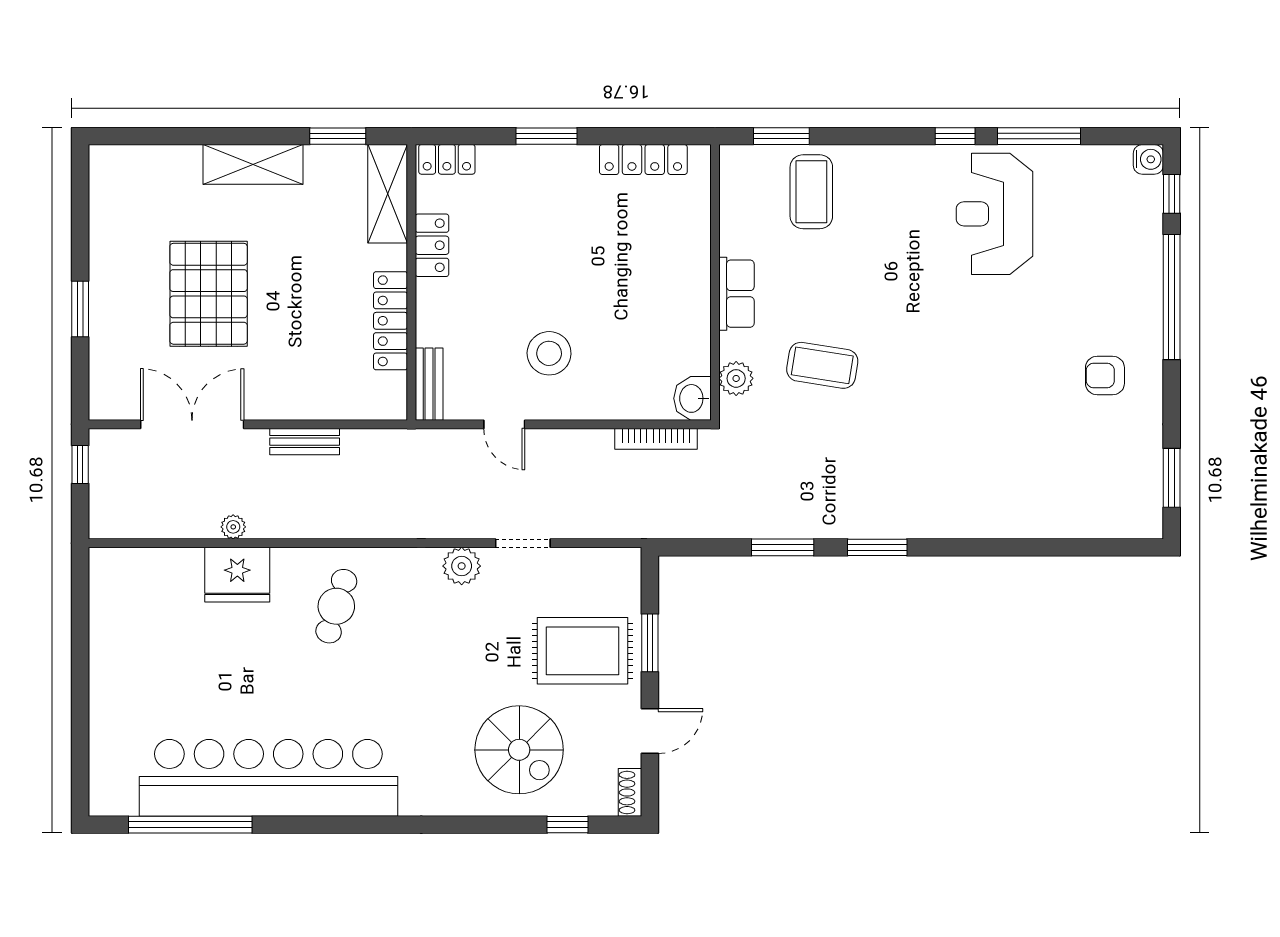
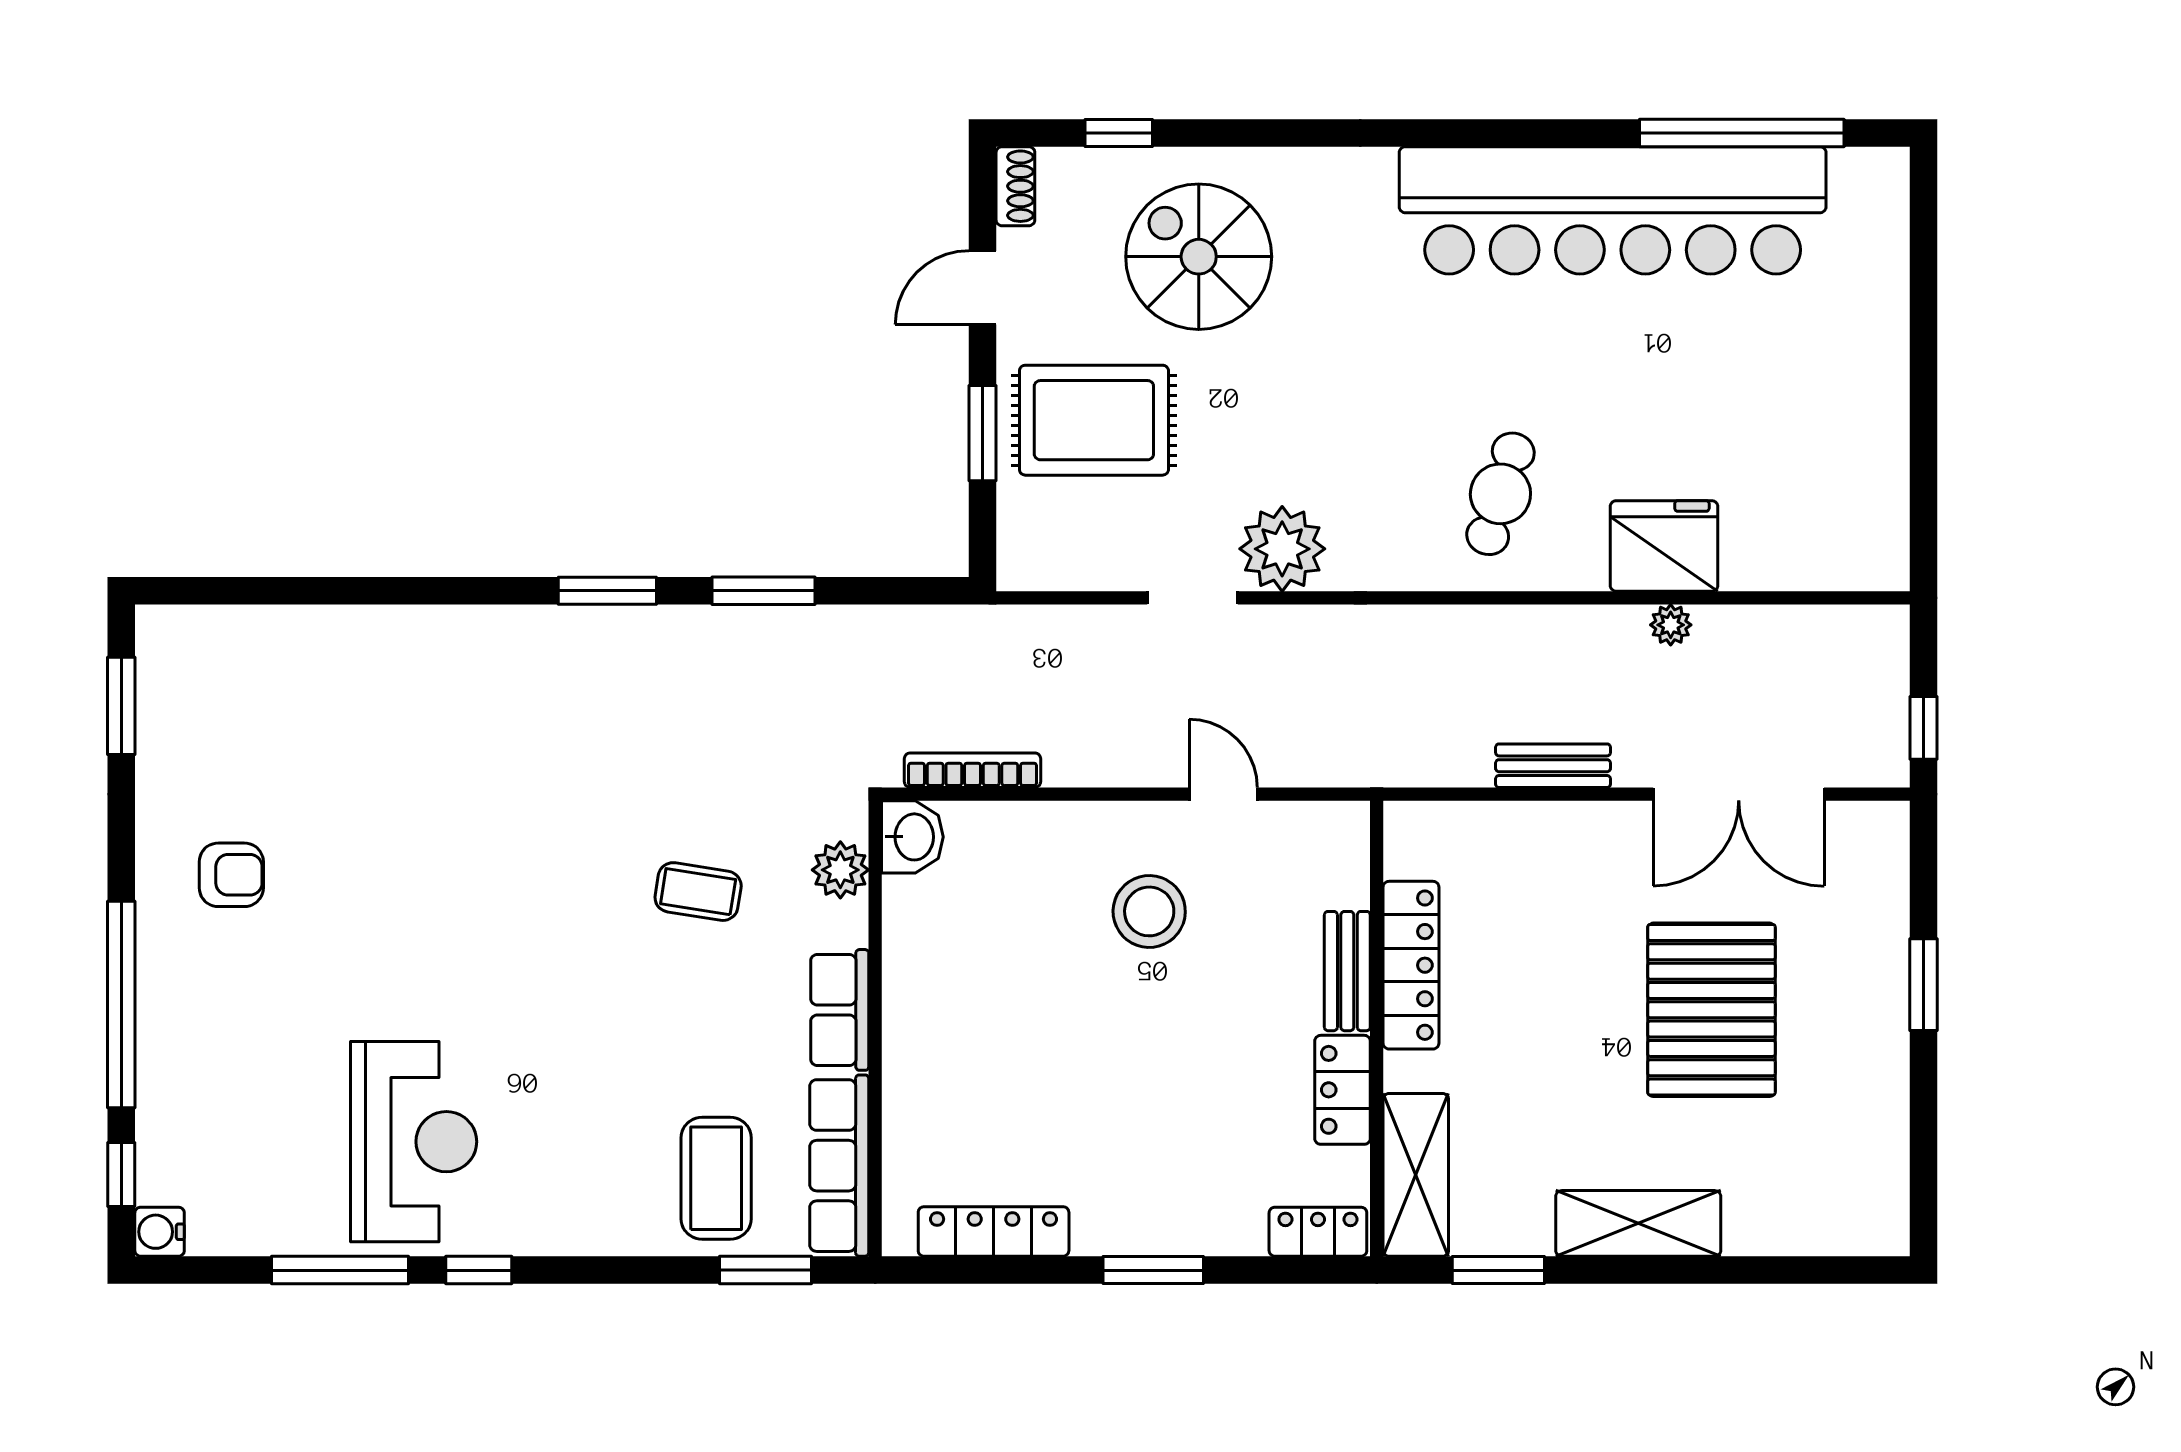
row of seats: (737, 199) -> (839, 1166), added
coffee table: (822, 365) -> (698, 892), width x0.73, depth x0.77
bench: (429, 384) -> (1347, 971), moved
plant: (462, 566) -> (1282, 549), width x1.36, depth x1.36

